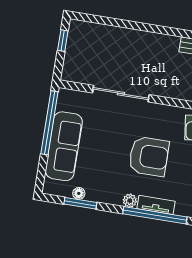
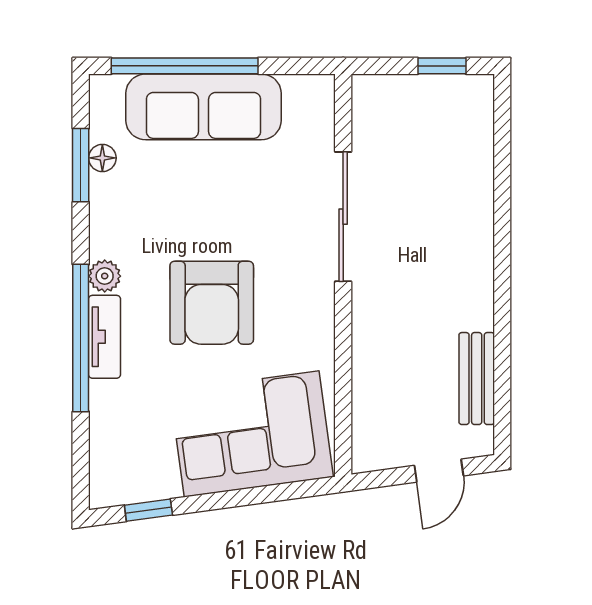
window: (49, 123) -> (185, 66), moved

